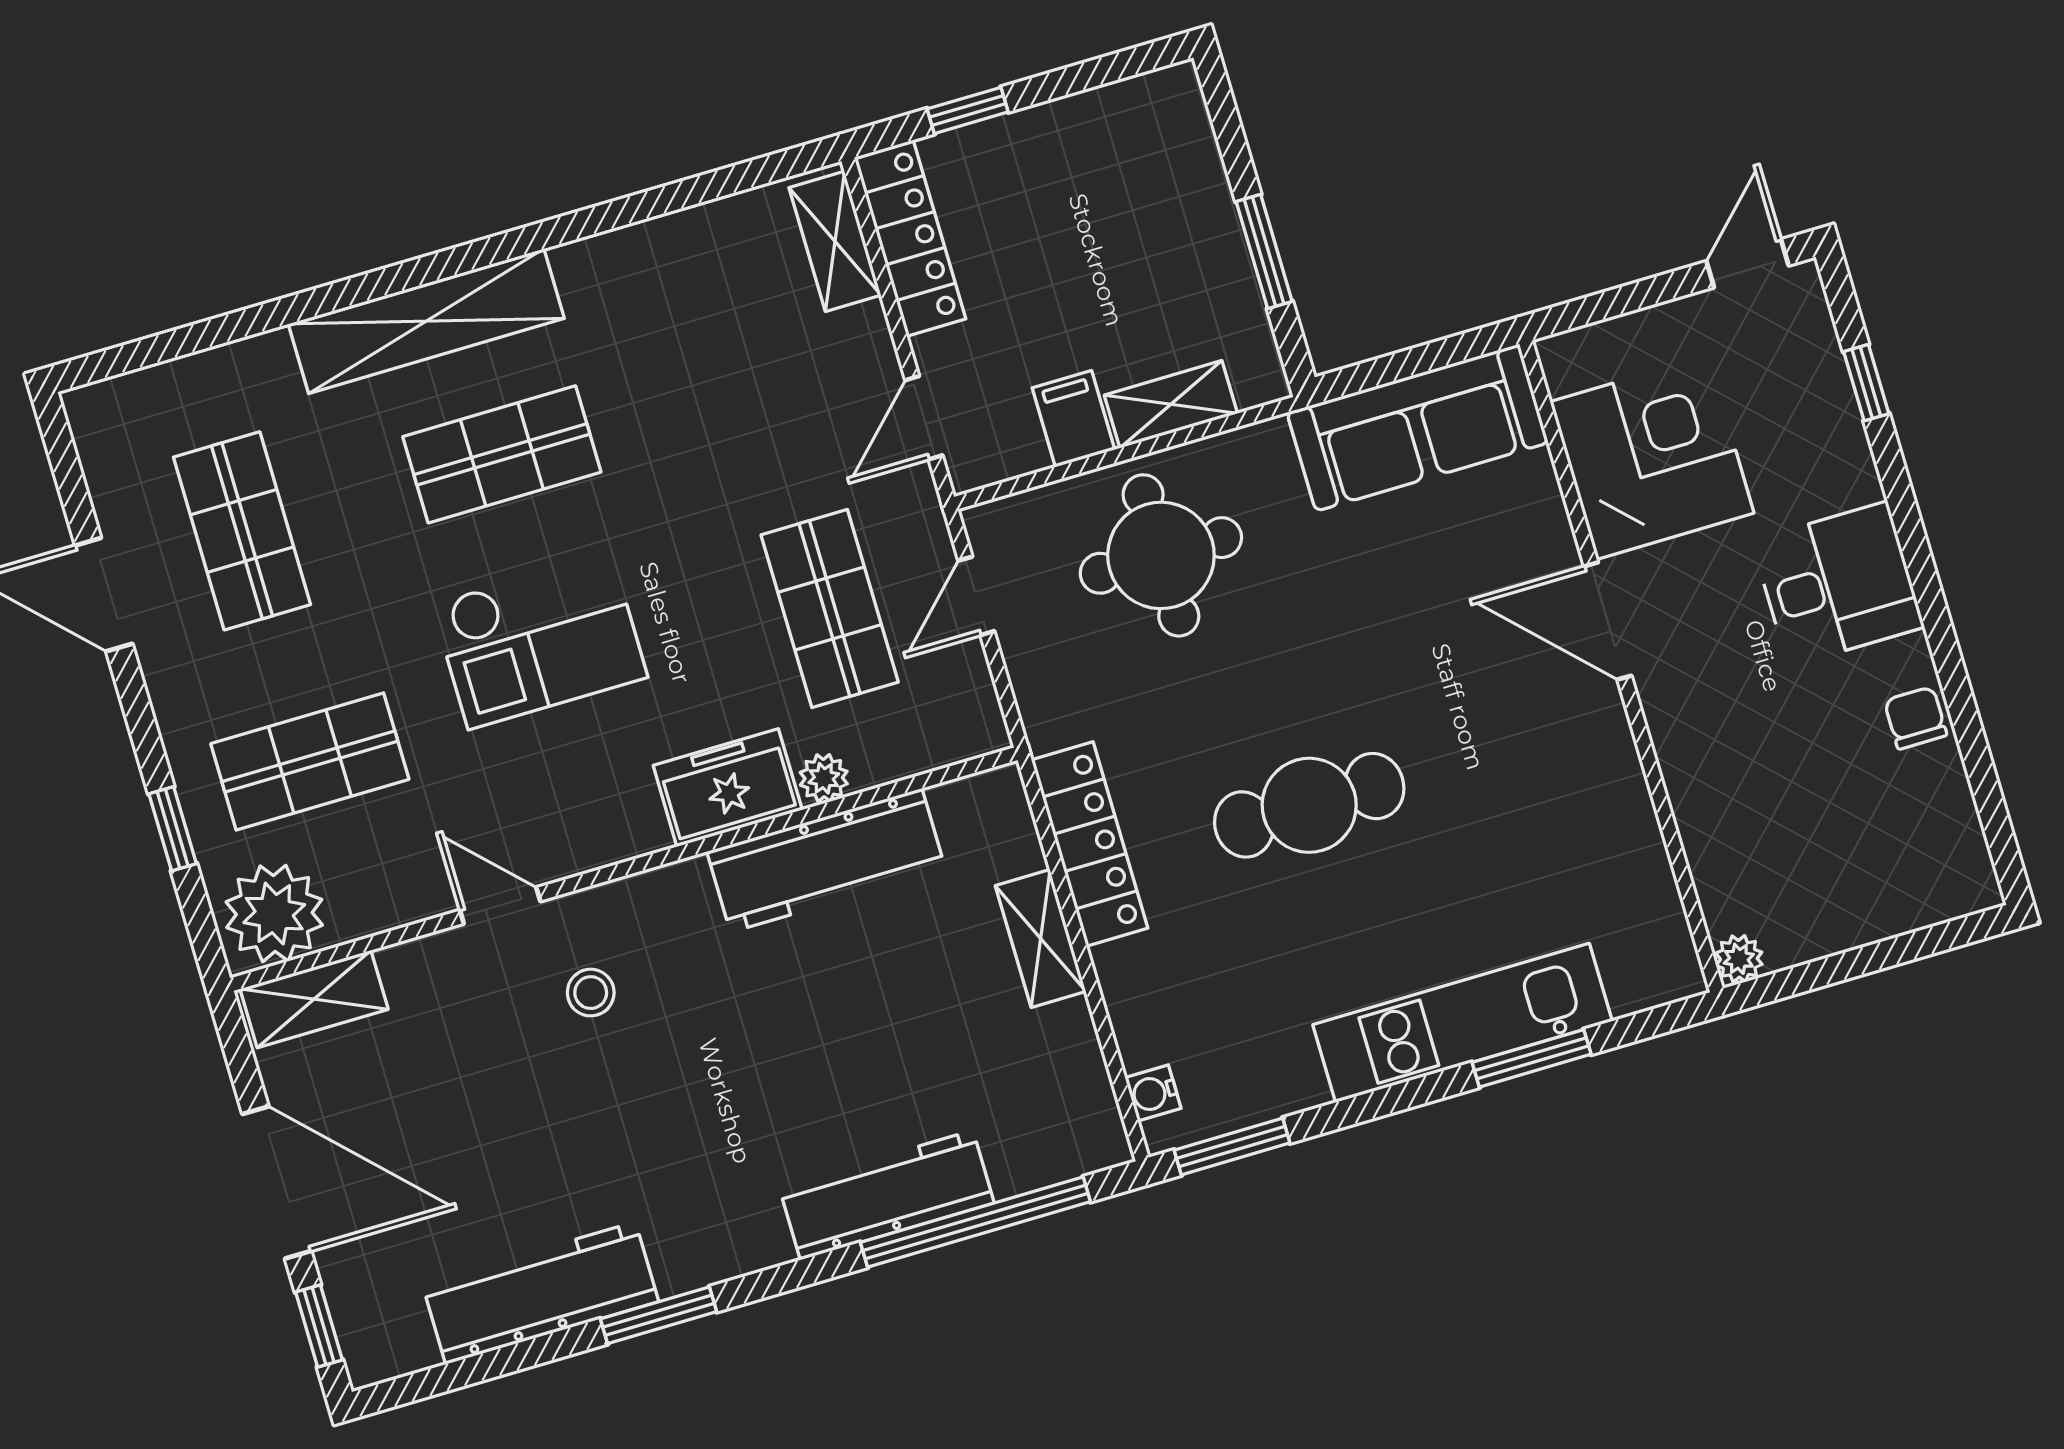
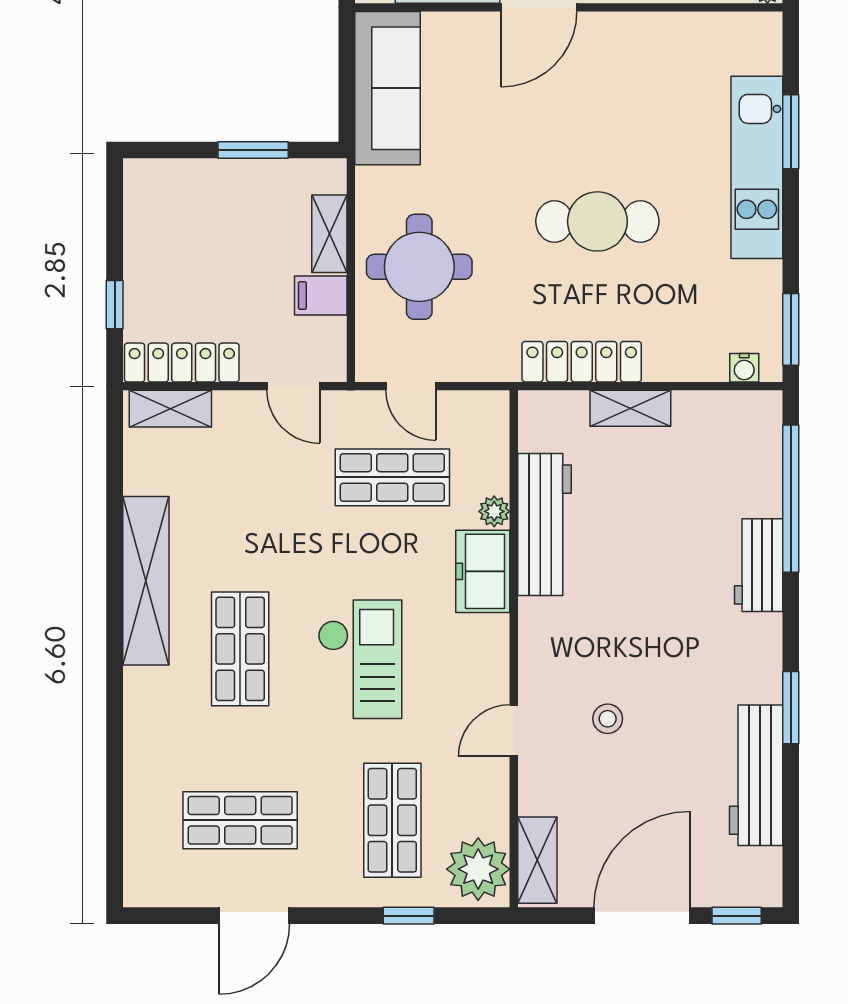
shelving: (426, 321) -> (146, 581), moved
cafe table: (1309, 805) -> (597, 221), turned 90
stool: (591, 993) -> (608, 719), moved
workbench: (887, 1195) -> (759, 565), width x0.73

